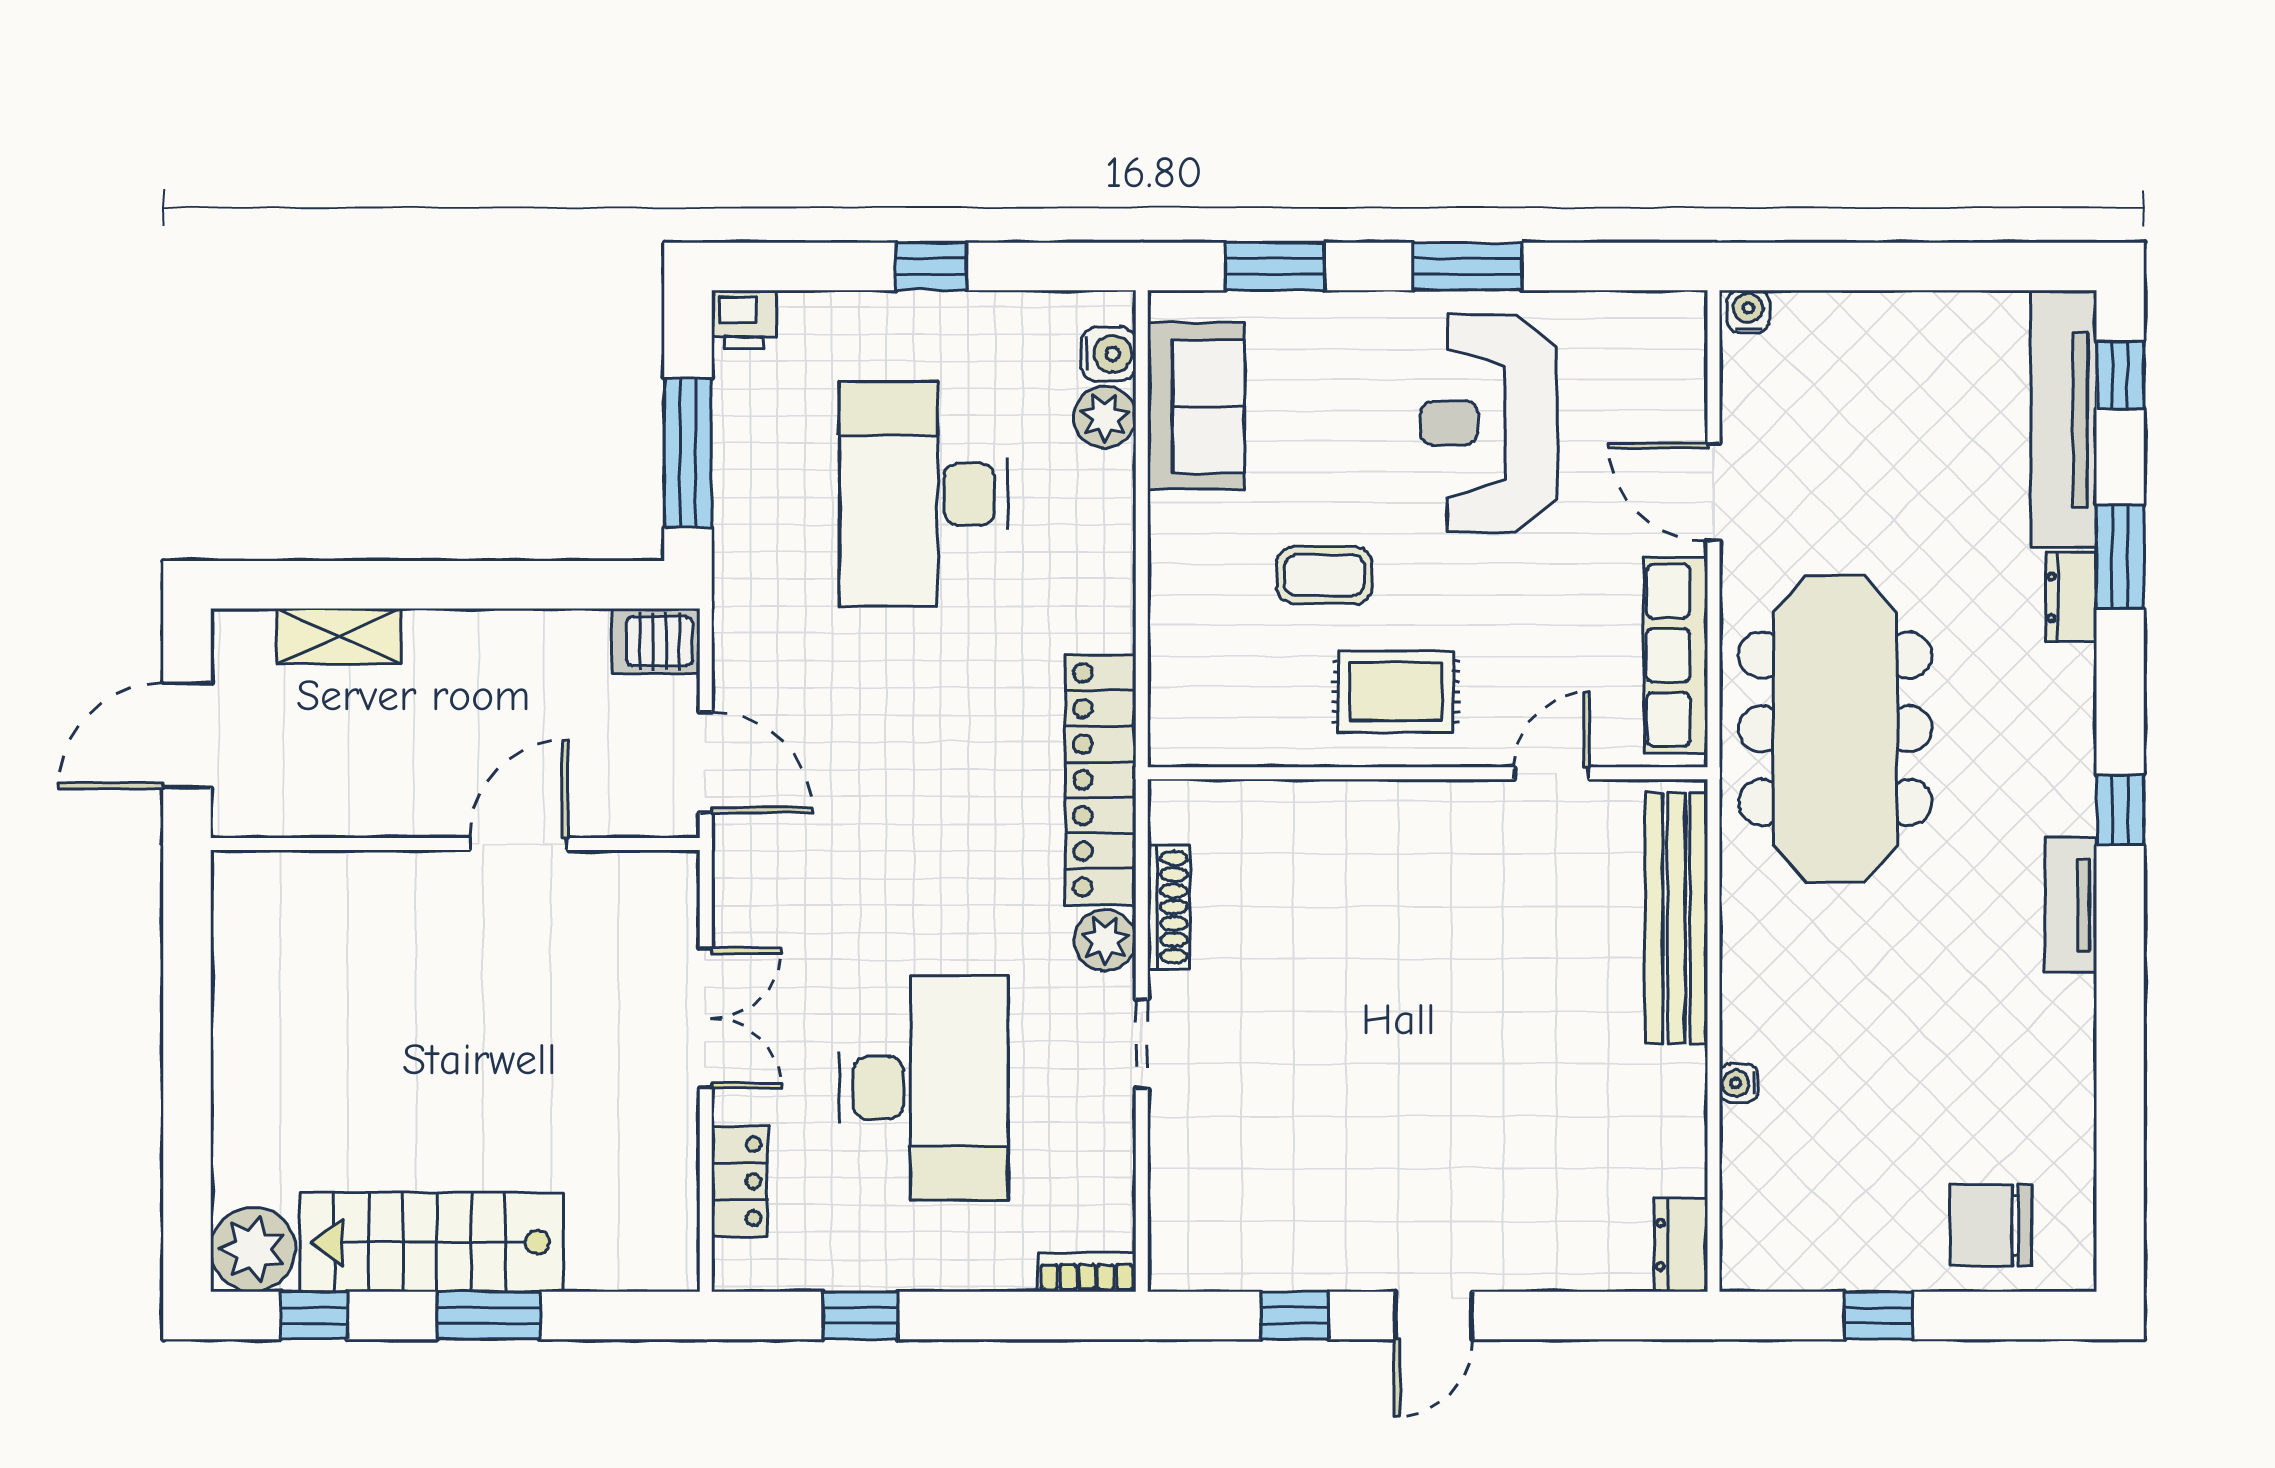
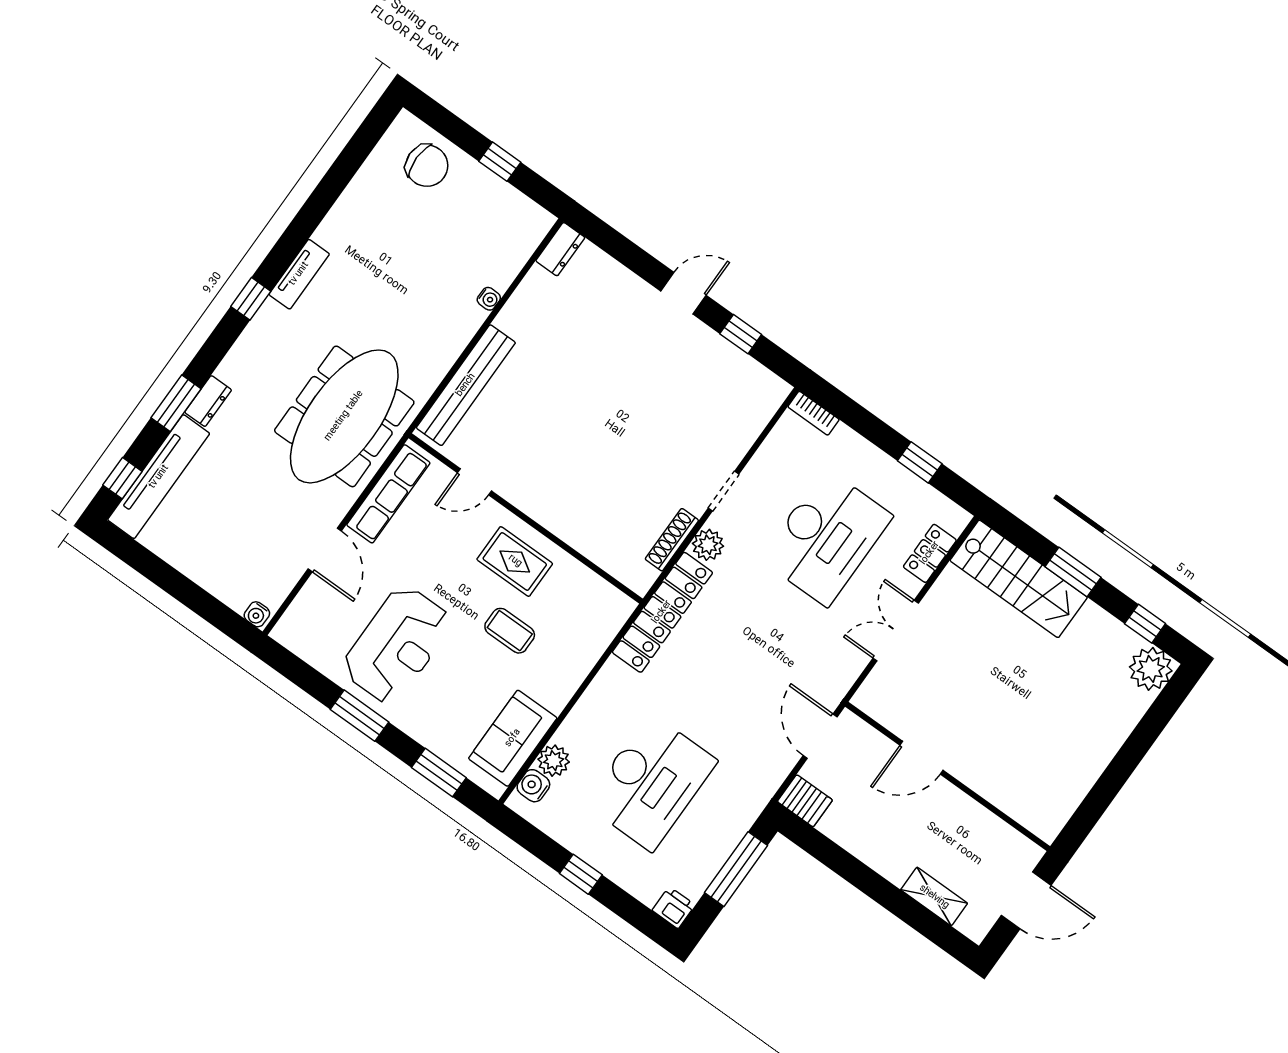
desk: (924, 1088) -> (826, 537), turned 180
stairs: (432, 1242) -> (1019, 579), moved

